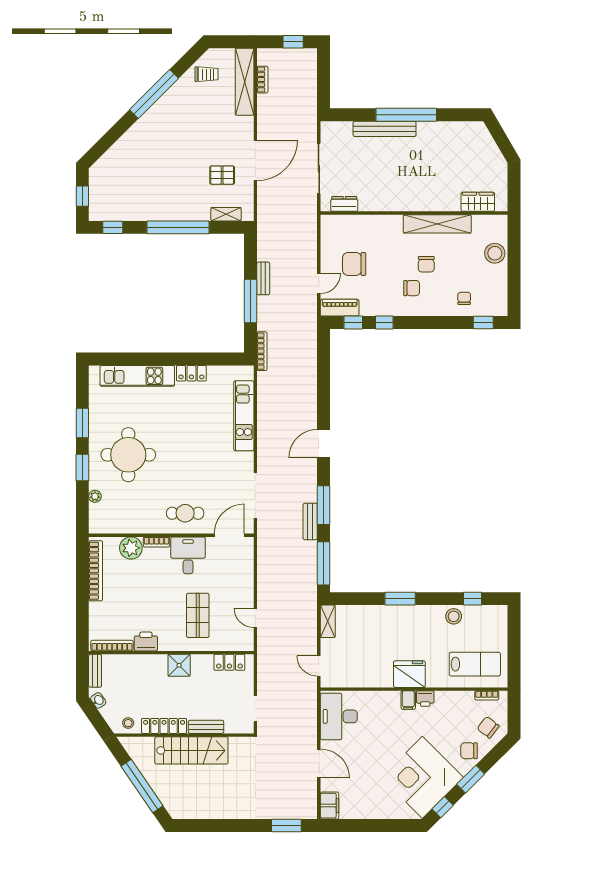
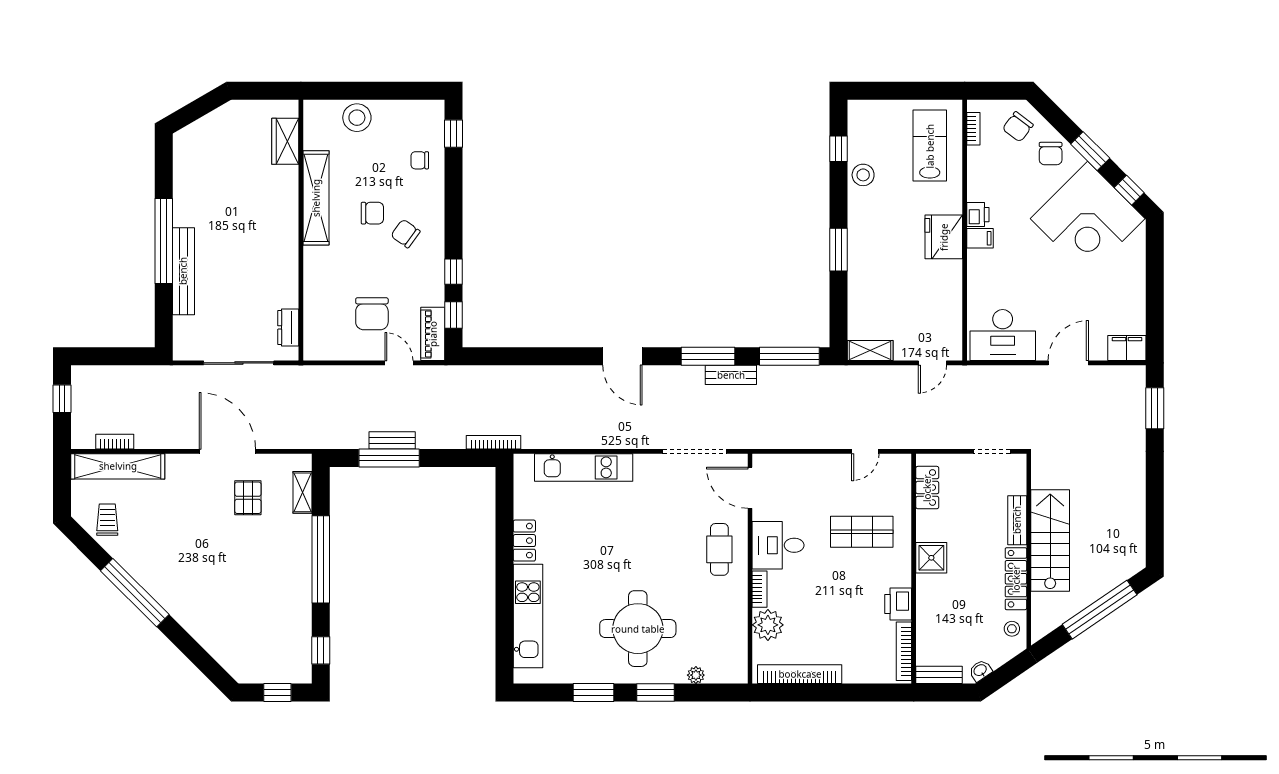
chair: (412, 288) -> (405, 234), turned -54
window: (251, 301) -> (389, 458), moved

